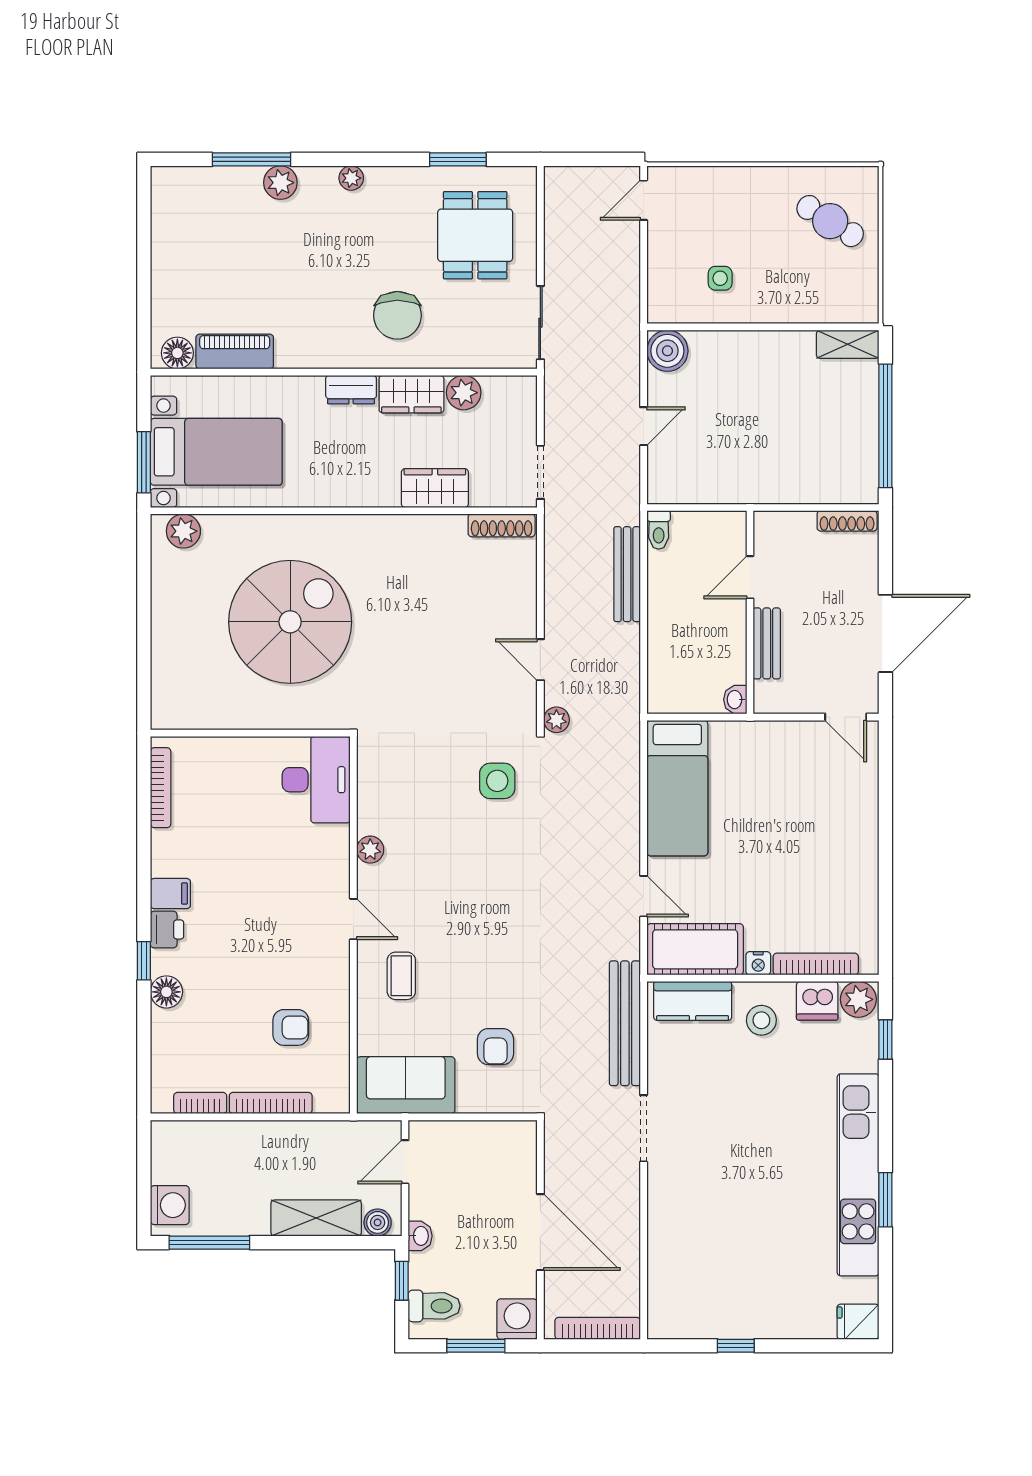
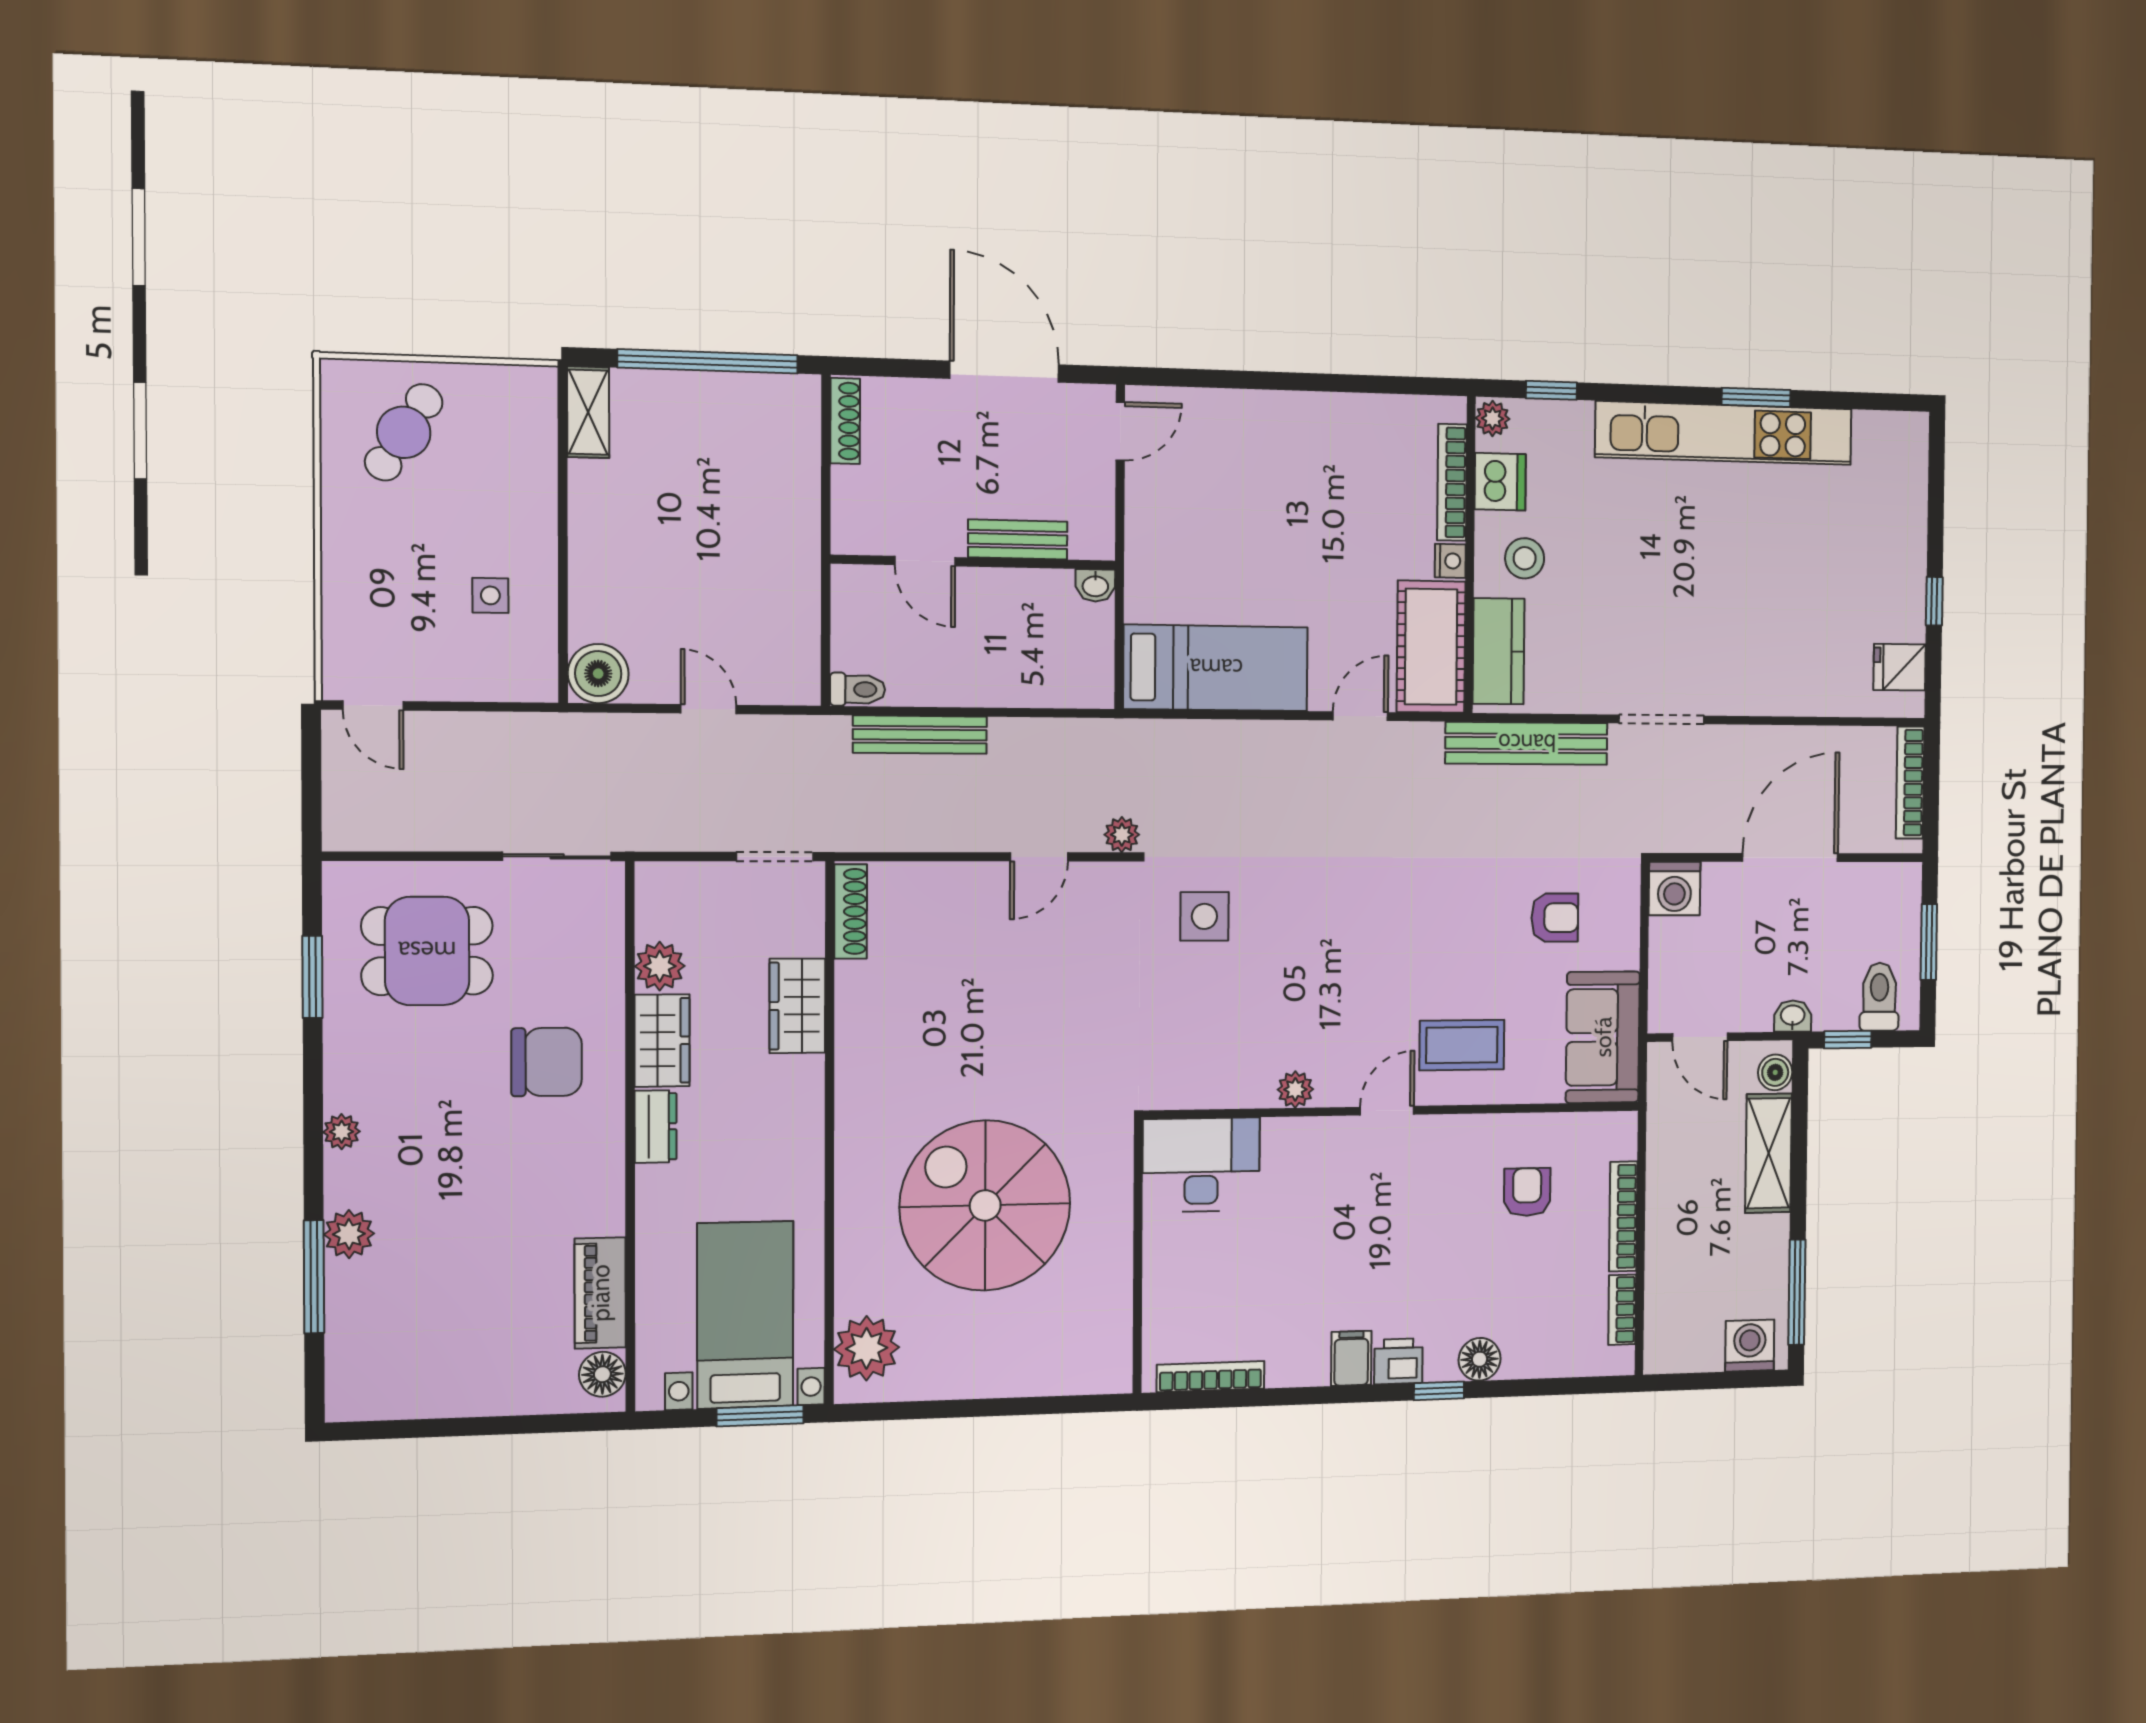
plant: (183, 531) -> (867, 1348), width x1.36, depth x1.36
coffee table: (401, 976) -> (1462, 1045), width x1.36, depth x1.30
plant: (858, 999) -> (1492, 418), width x0.73, depth x0.73
washing machine: (517, 1319) -> (1674, 889), moved, turned -90
fridge: (858, 1322) -> (1900, 667), moved, turned 90

